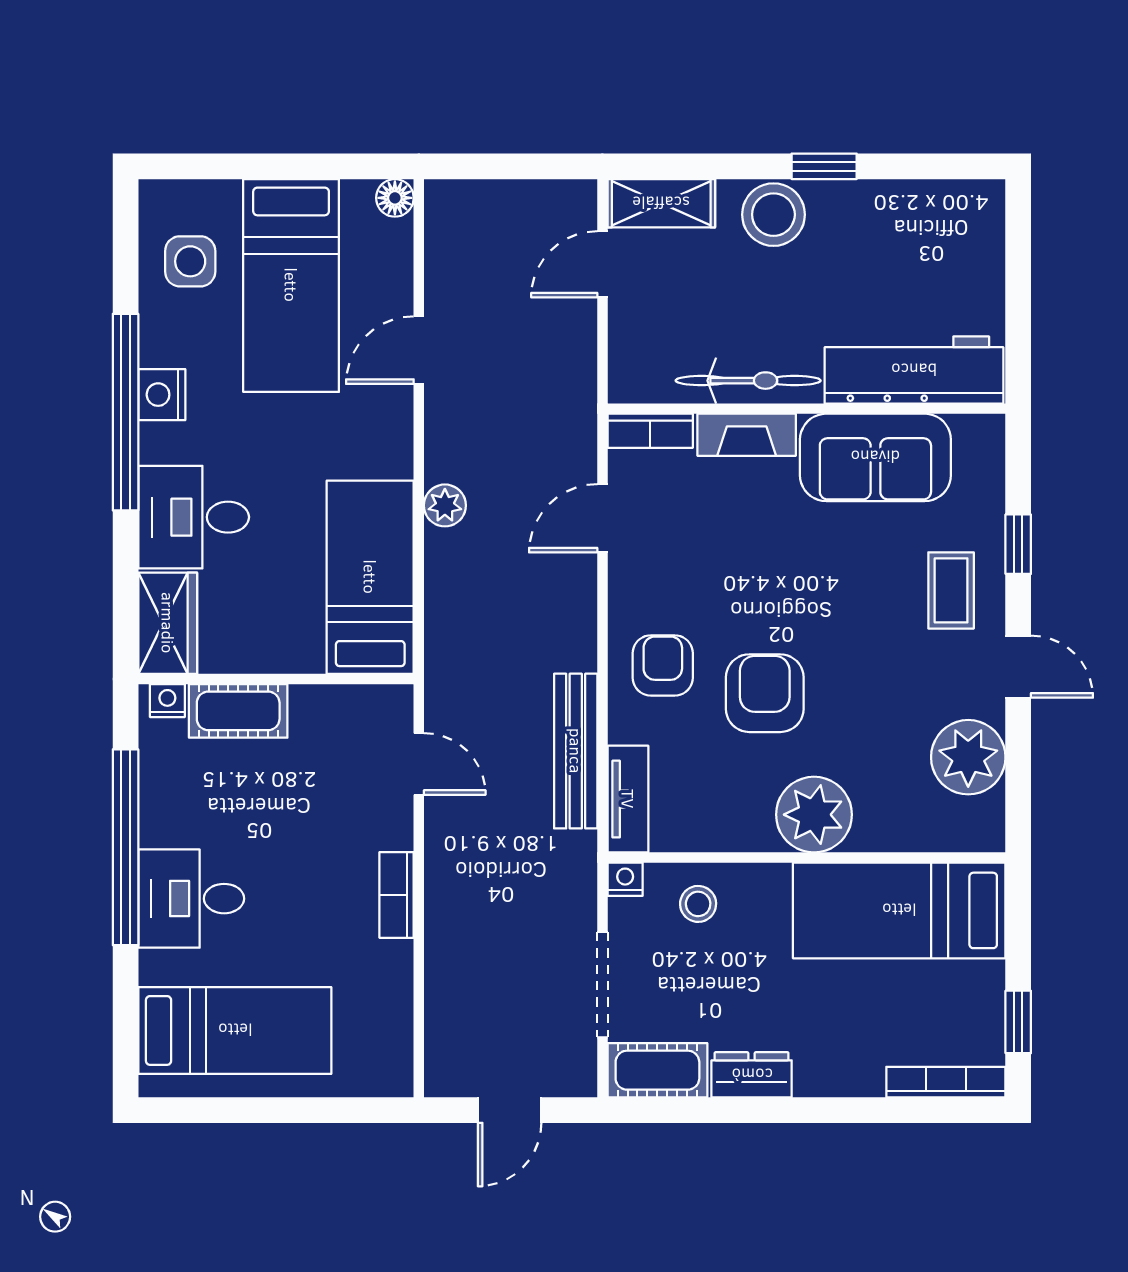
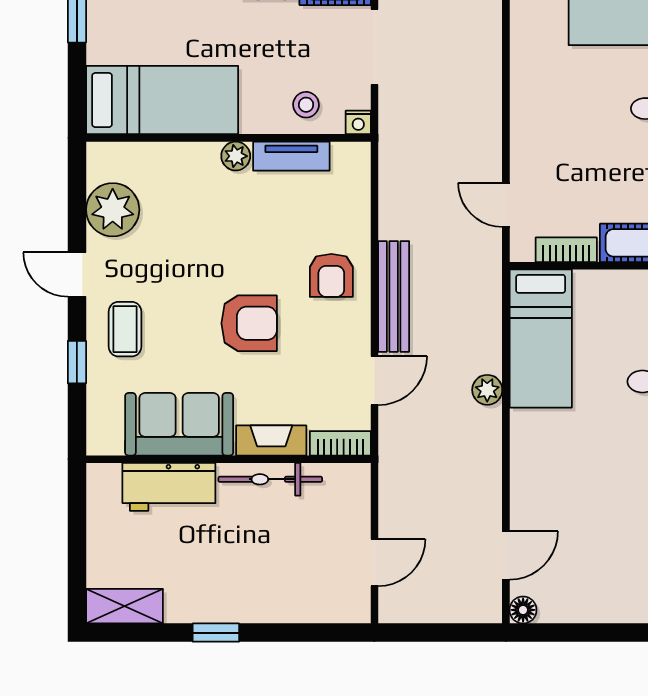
shelving: (661, 203) -> (124, 606), moved
stool: (773, 215) -> (252, 598), removed
bed: (291, 285) -> (597, 547), removed
door: (419, 350) -> (506, 555), moved
workbench: (914, 370) -> (169, 487), width x0.73
armchair: (765, 693) -> (249, 323), moved, turned -90
bench: (576, 751) -> (394, 296), moved
tv unit: (628, 799) -> (291, 156), moved, turned -90
plant: (814, 815) -> (236, 156), width x0.53, depth x0.53
bookcase: (397, 895) -> (566, 250), moved, turned -90

